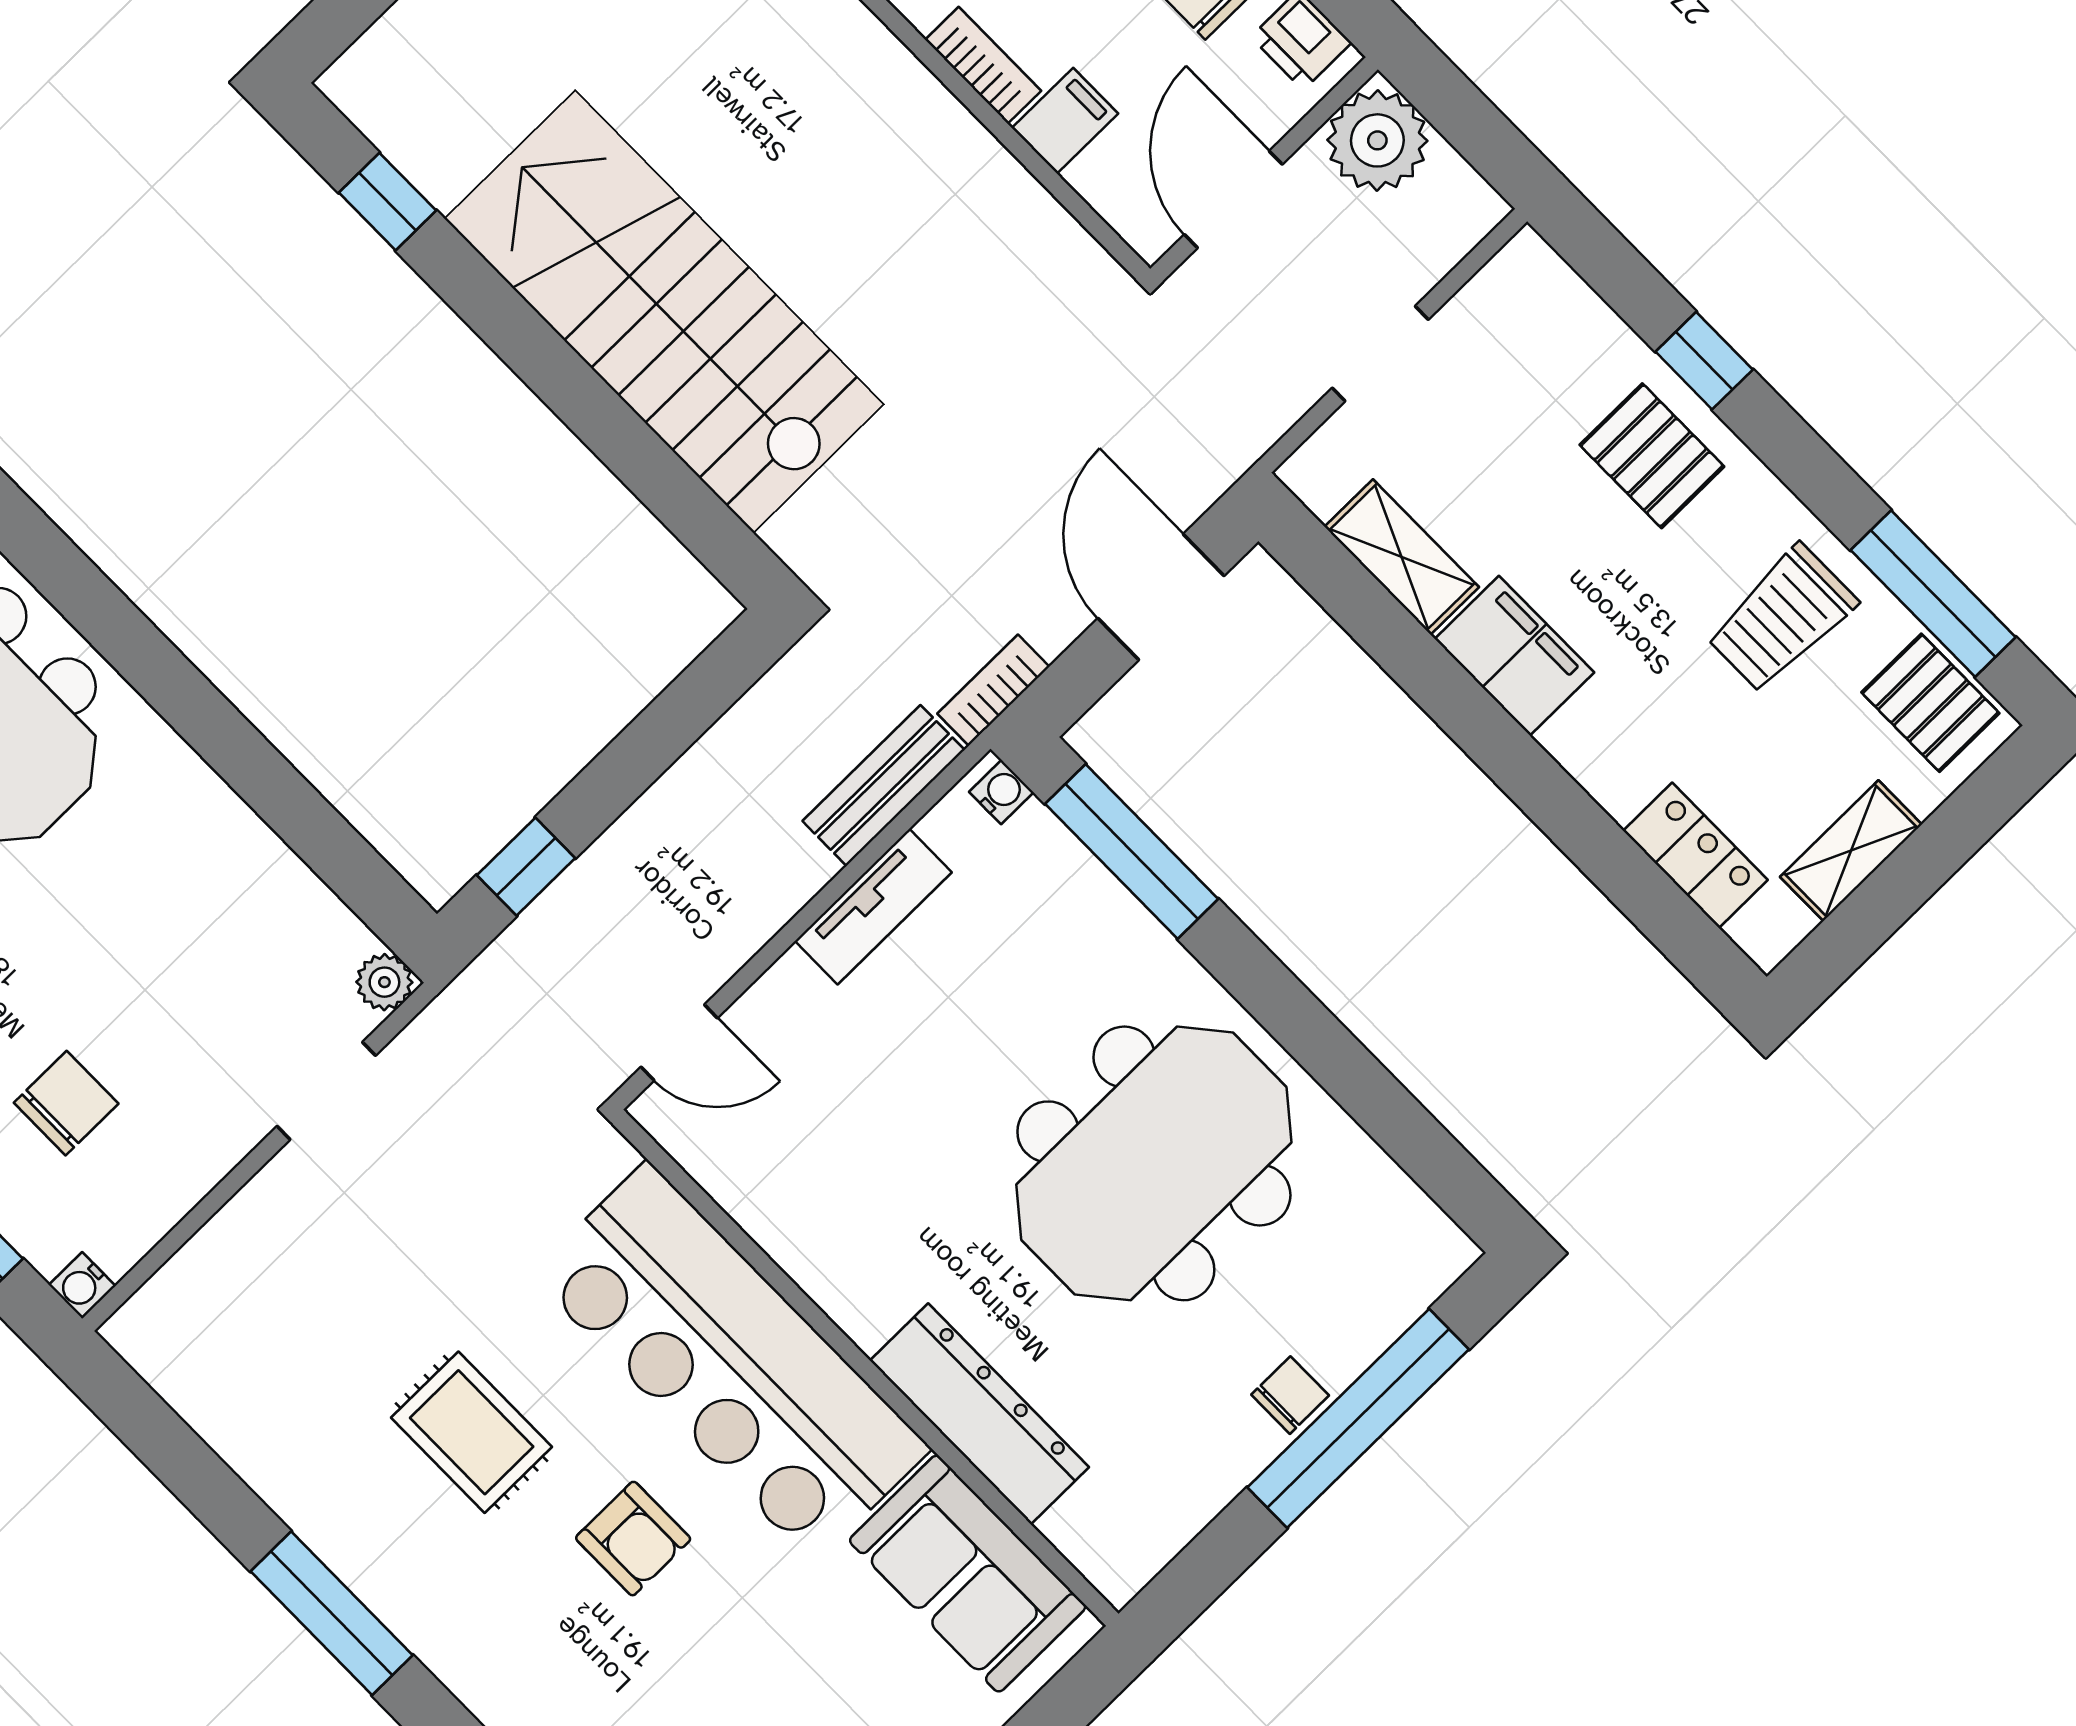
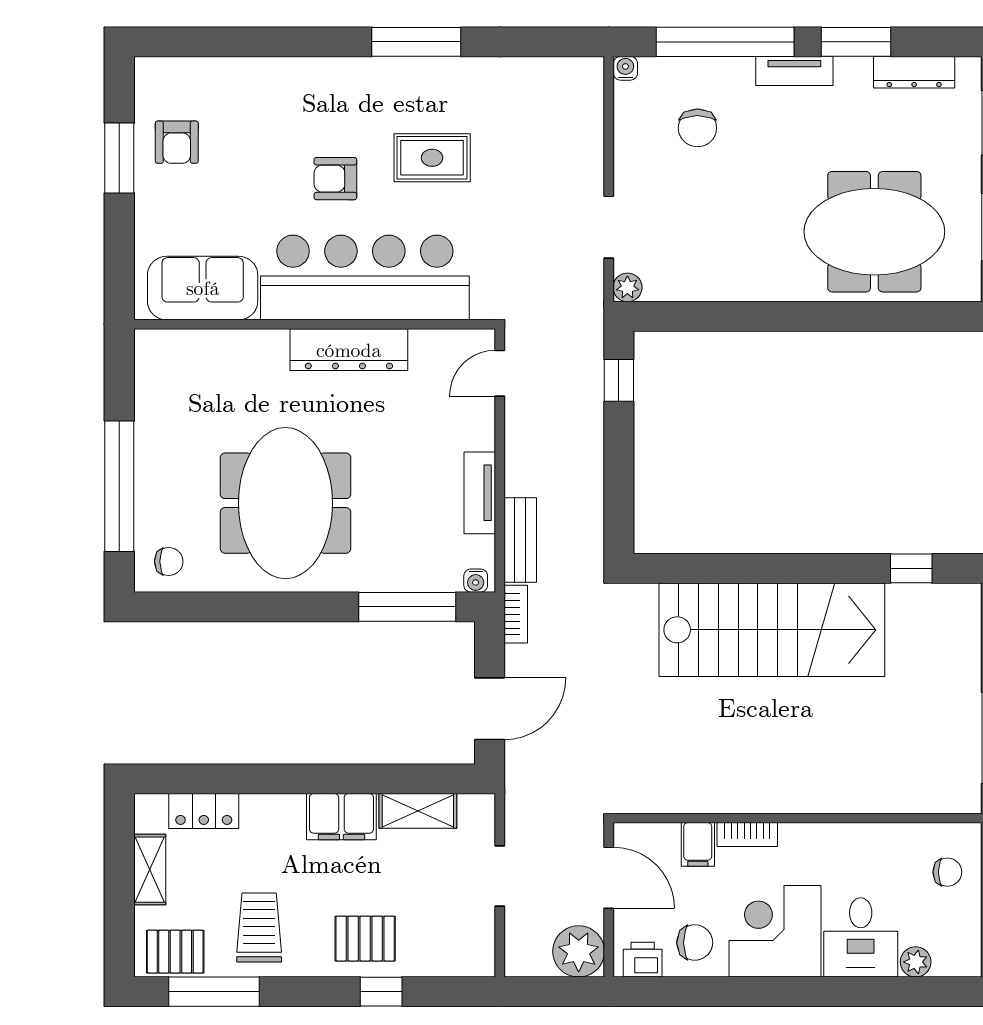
door: (1161, 597) -> (490, 709), hinge flipped
chair: (1290, 1395) -> (169, 561), moved, turned -90
dresser: (979, 1414) -> (349, 350), moved

